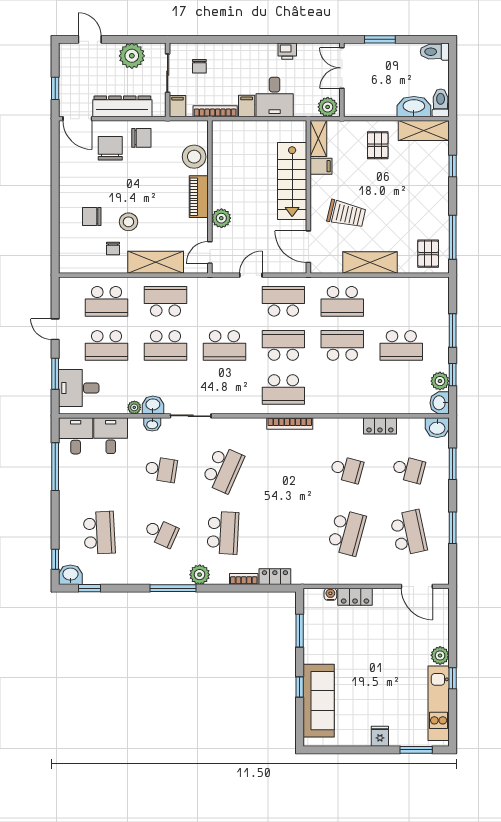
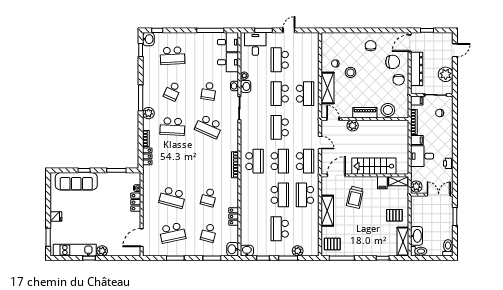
chair: (92, 216) -> (371, 46), moved
school desk: (106, 301) -> (305, 60), removed
plant: (440, 381) -> (298, 251), moved
school desk: (283, 390) -> (254, 161), turned 180

